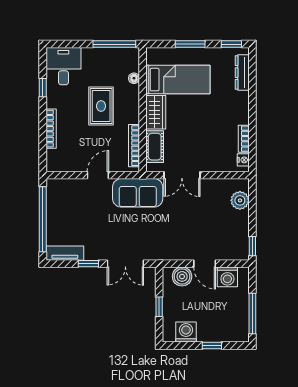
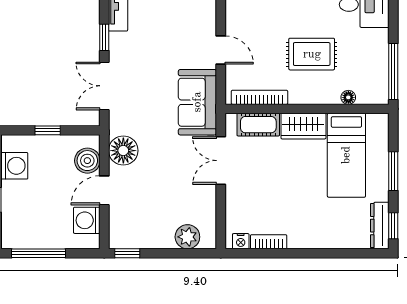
dresser: (242, 73) -> (380, 226), moved, turned -90
floor lamp: (174, 249) -> (123, 151), added

